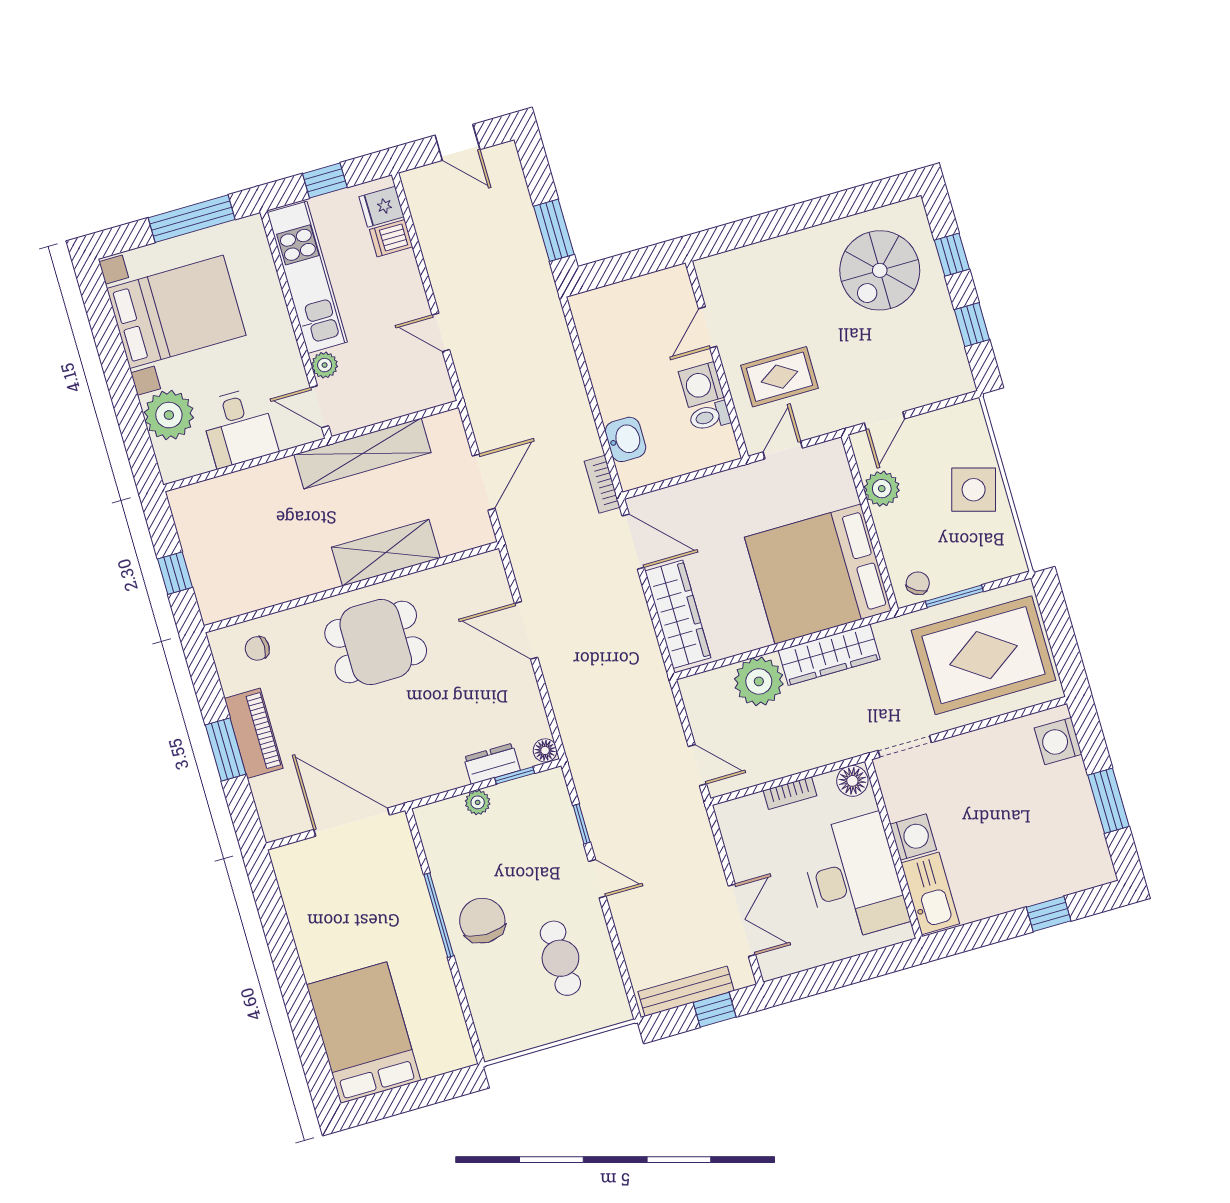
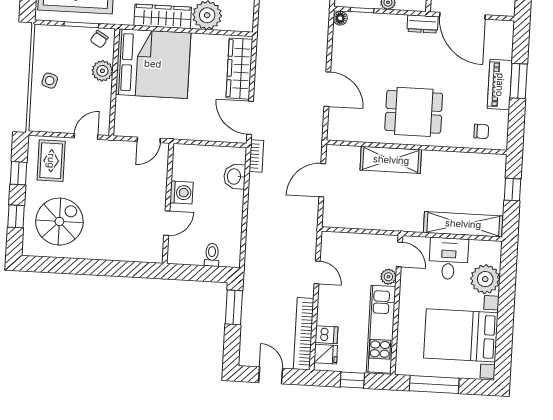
bookcase: (428, 227) -> (304, 334), added
rug: (779, 377) -> (51, 161), moved, turned 90
toilet: (710, 416) -> (212, 255), moved, turned -90
shelving: (363, 453) -> (463, 224), moved
plant: (882, 489) -> (102, 71), moved
side table: (974, 490) -> (50, 81), width x0.54, depth x0.54
dresser: (492, 764) -> (423, 24), moved

